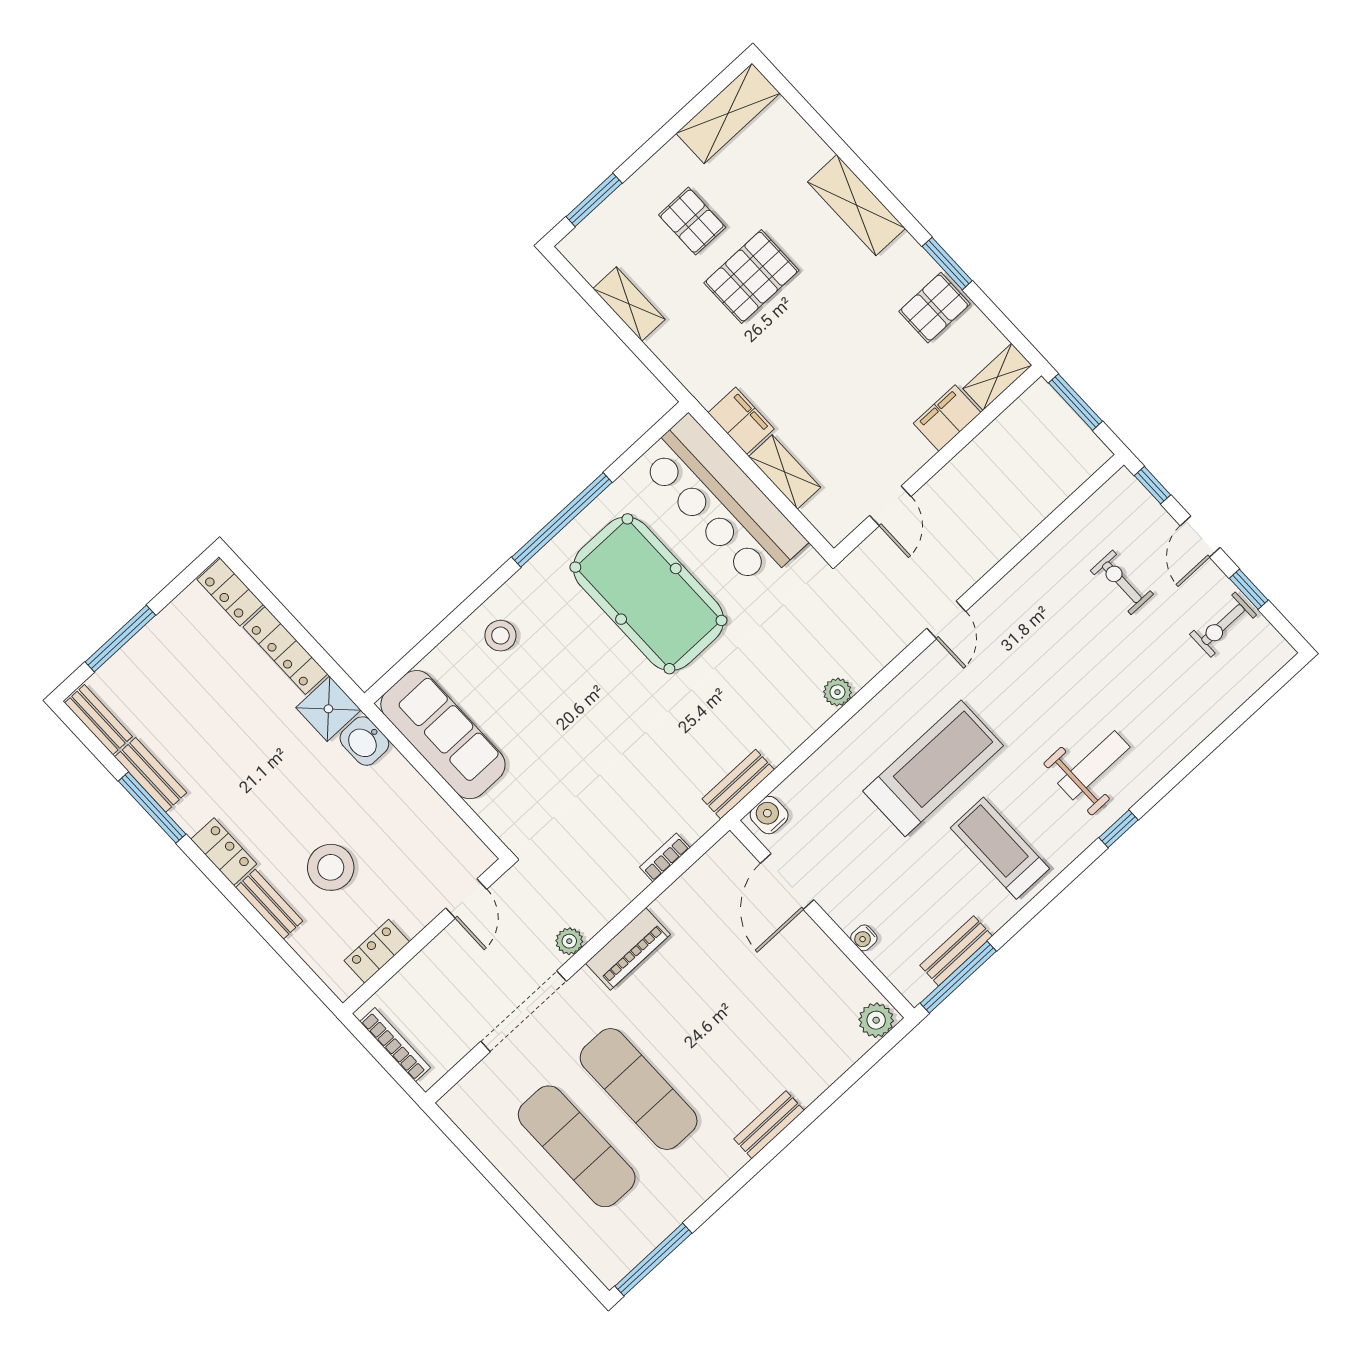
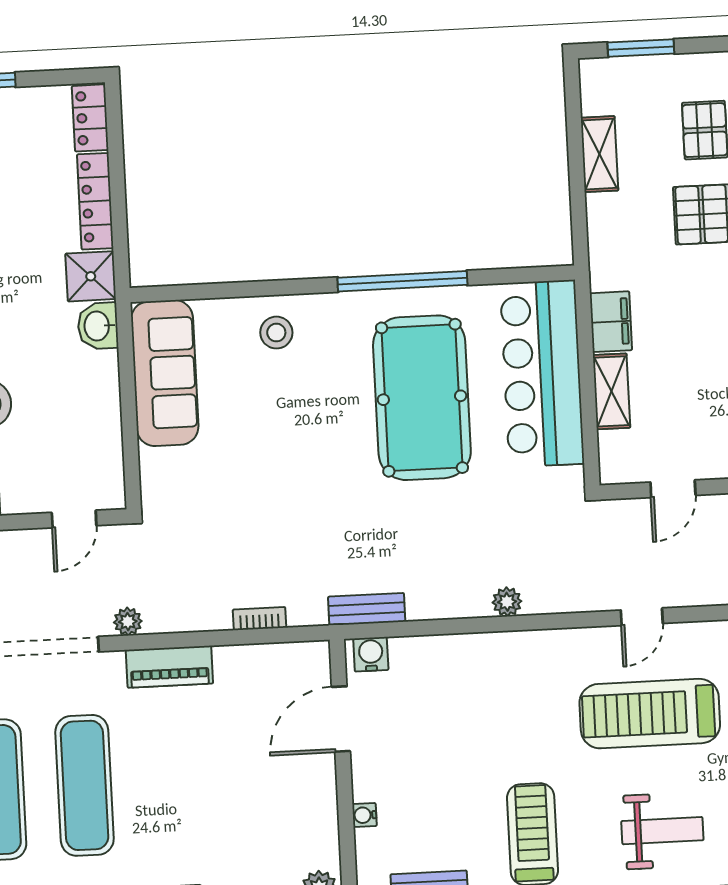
treadmill: (933, 768) -> (650, 714), moved, turned 180

